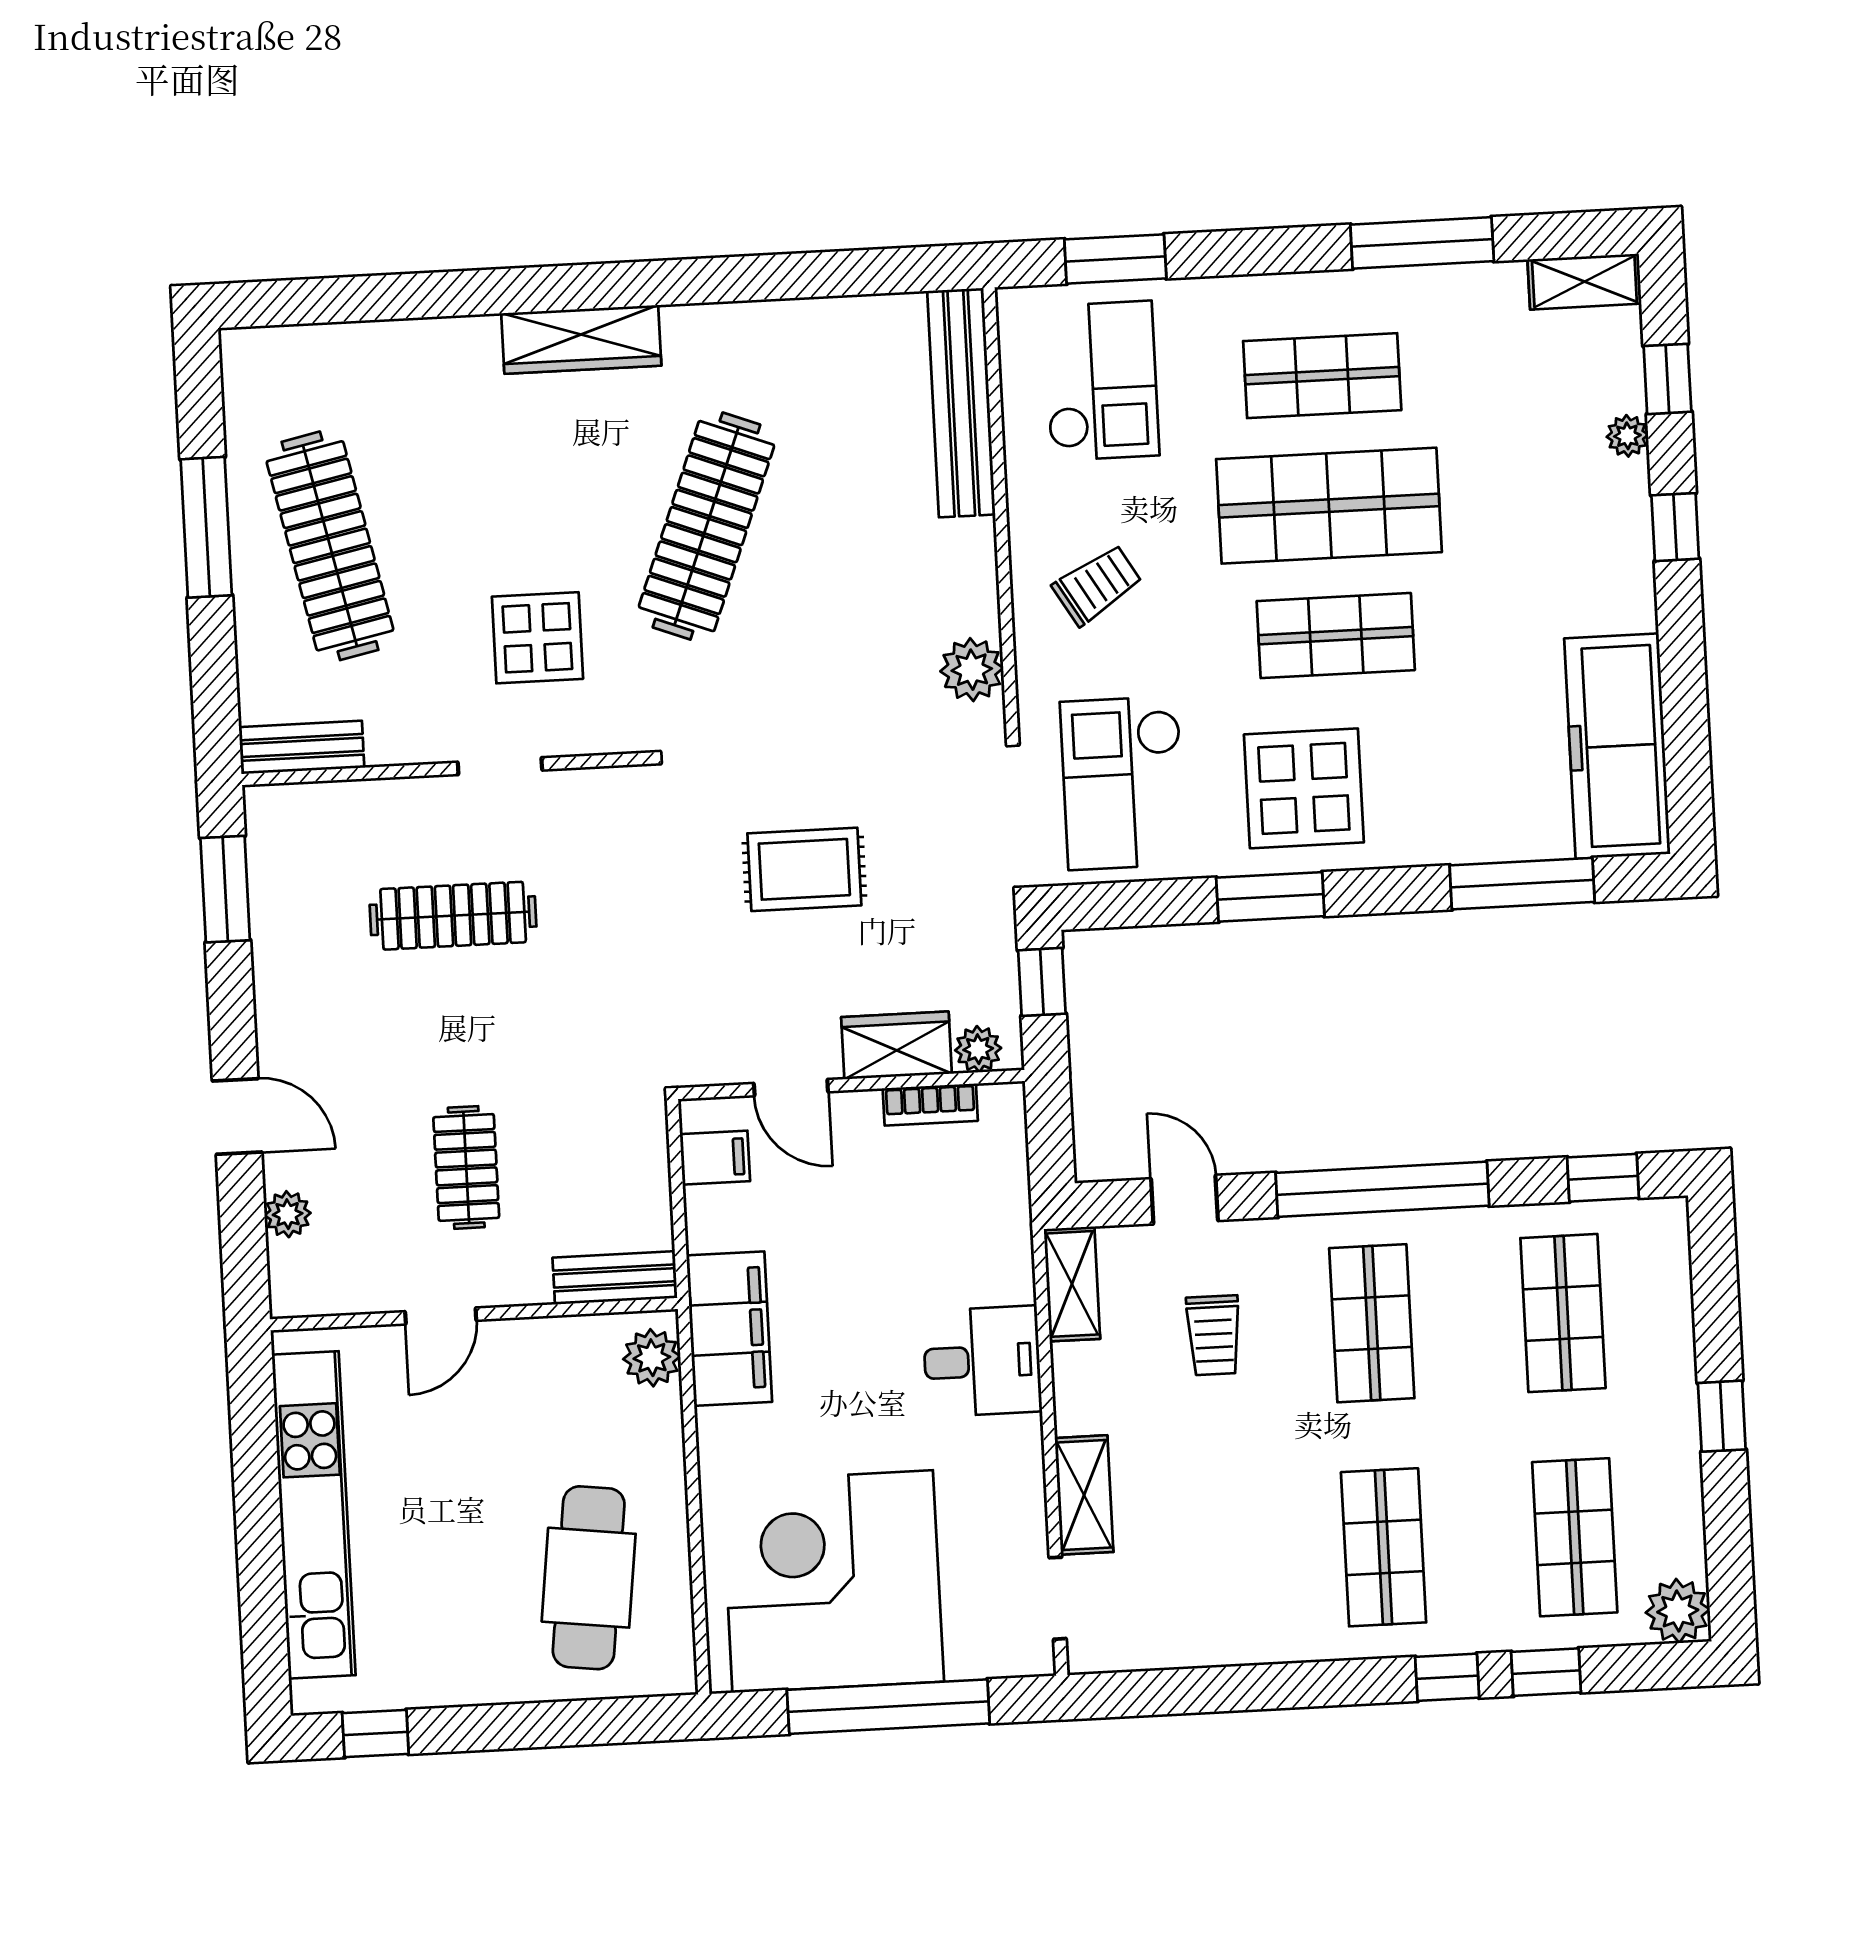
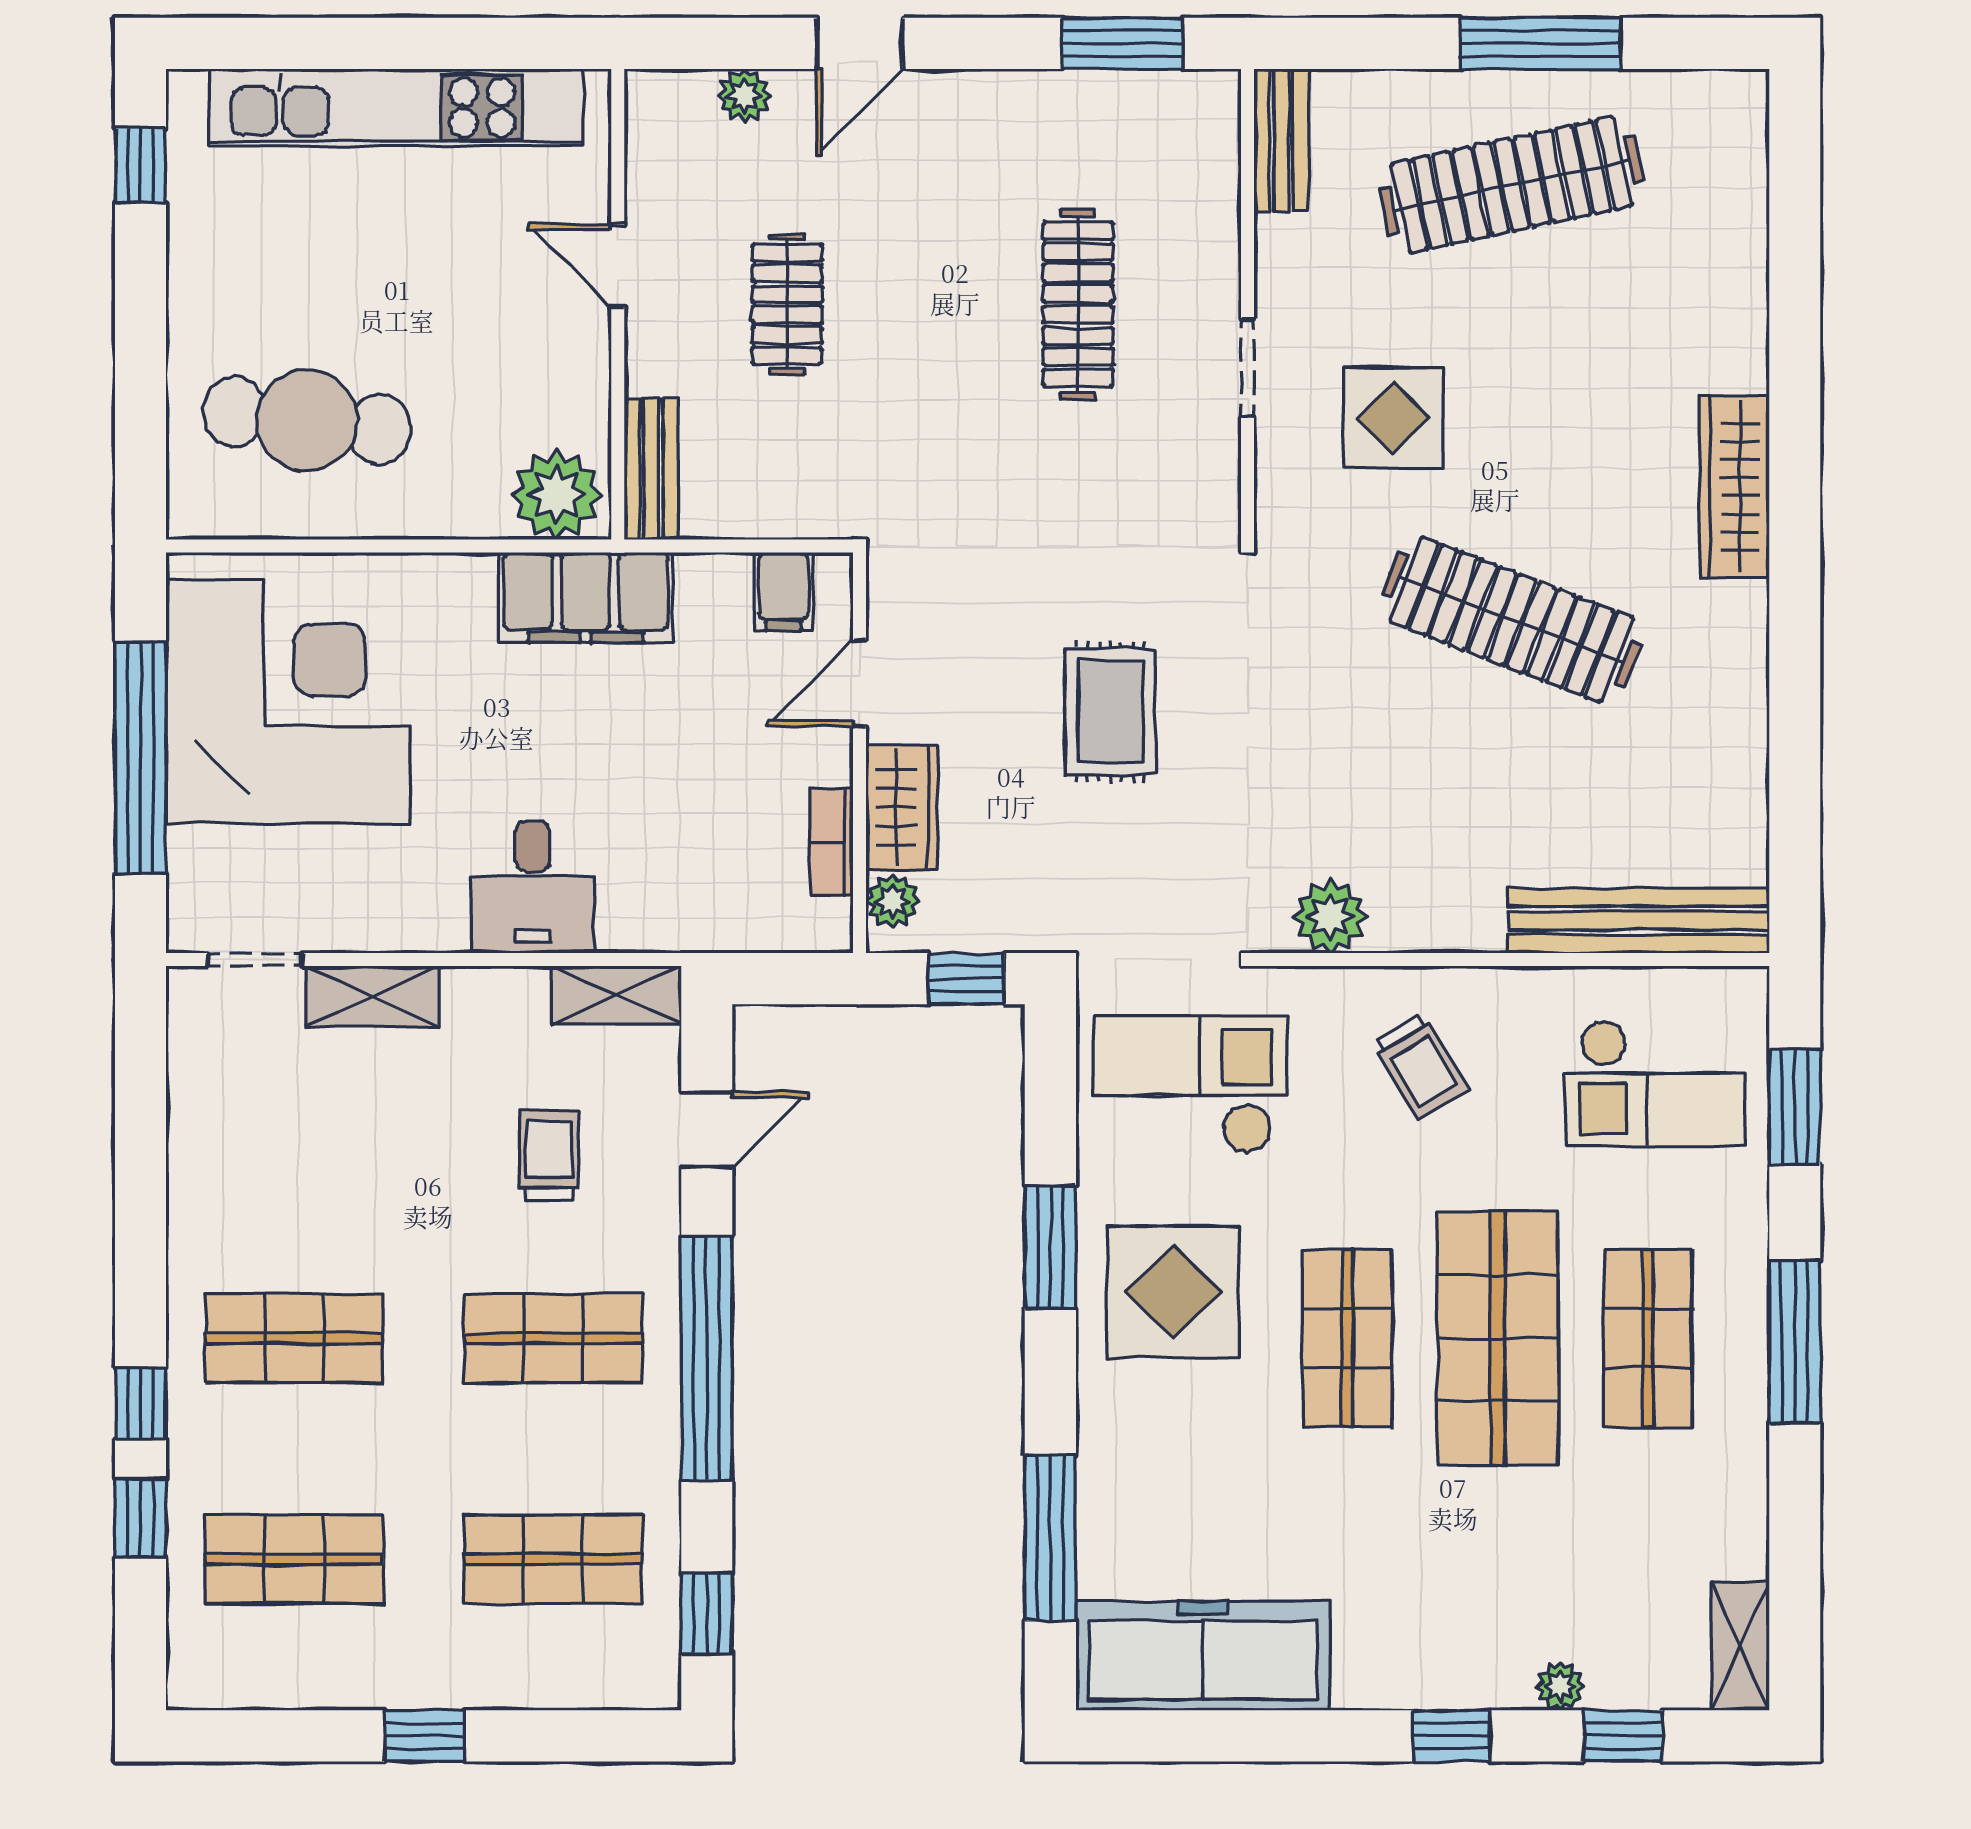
window: (1422, 243) -> (1795, 1341), moved
clothes rail: (466, 1167) -> (787, 304), turned 90
trolley: (1214, 1335) -> (549, 1155), turned 90
plant: (652, 1358) -> (557, 494), width x1.36, depth x1.36
plant: (1678, 1611) -> (203, 1673), removed

